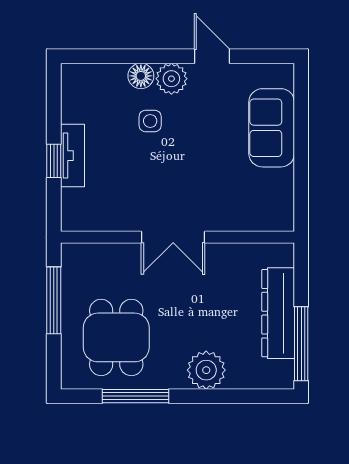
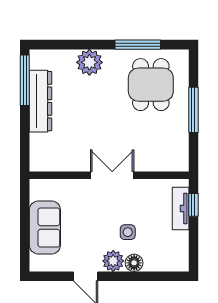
double door: (173, 237) -> (112, 175), moved
wall: (177, 237) -> (109, 175), moved

